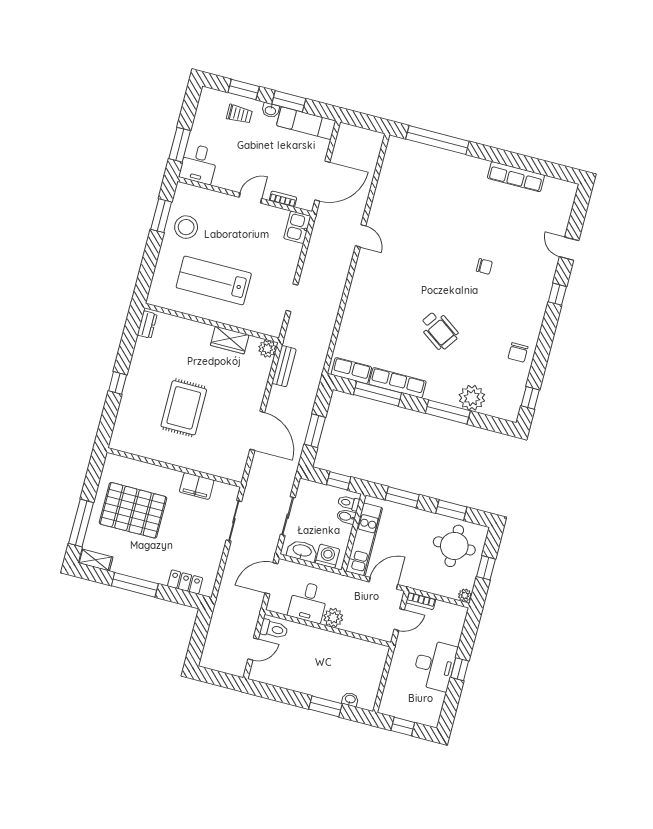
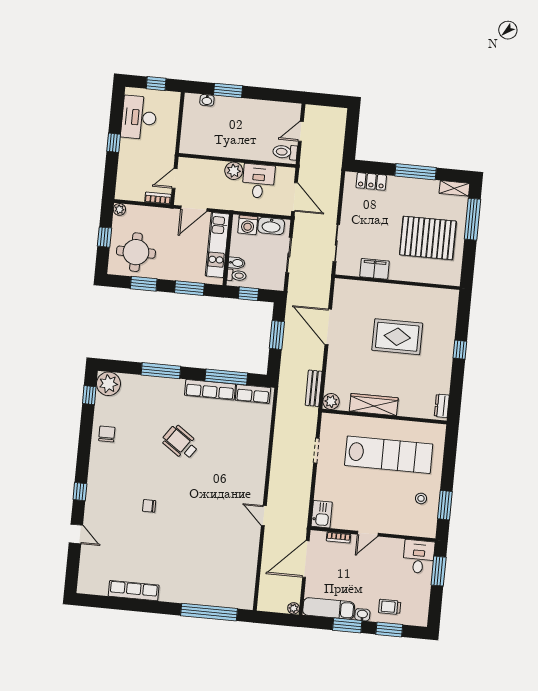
plant: (344, 129) -> (294, 608), added
stool: (186, 227) -> (421, 498), width x0.53, depth x0.53
lab bench: (214, 280) -> (389, 455), width x1.36
wardrobe: (230, 340) -> (374, 405), width x1.50
plant: (472, 398) -> (108, 384), moved
rug: (184, 408) -> (397, 337), turned 90
door: (271, 578) -> (295, 197), hinge flipped
desk: (435, 665) -> (139, 117), moved

